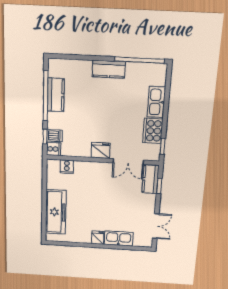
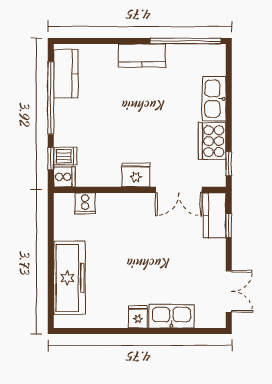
kitchen counter: (56, 95) -> (66, 74), moved

